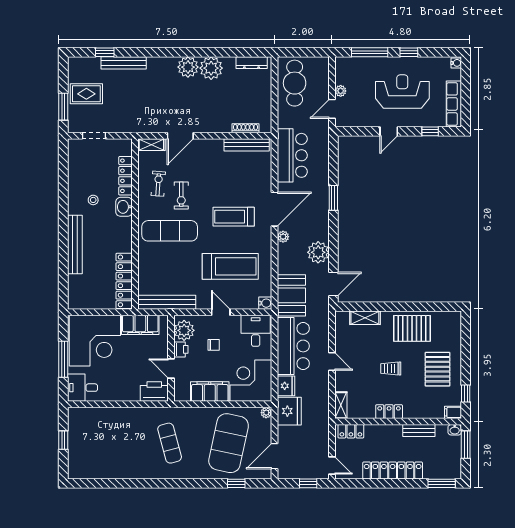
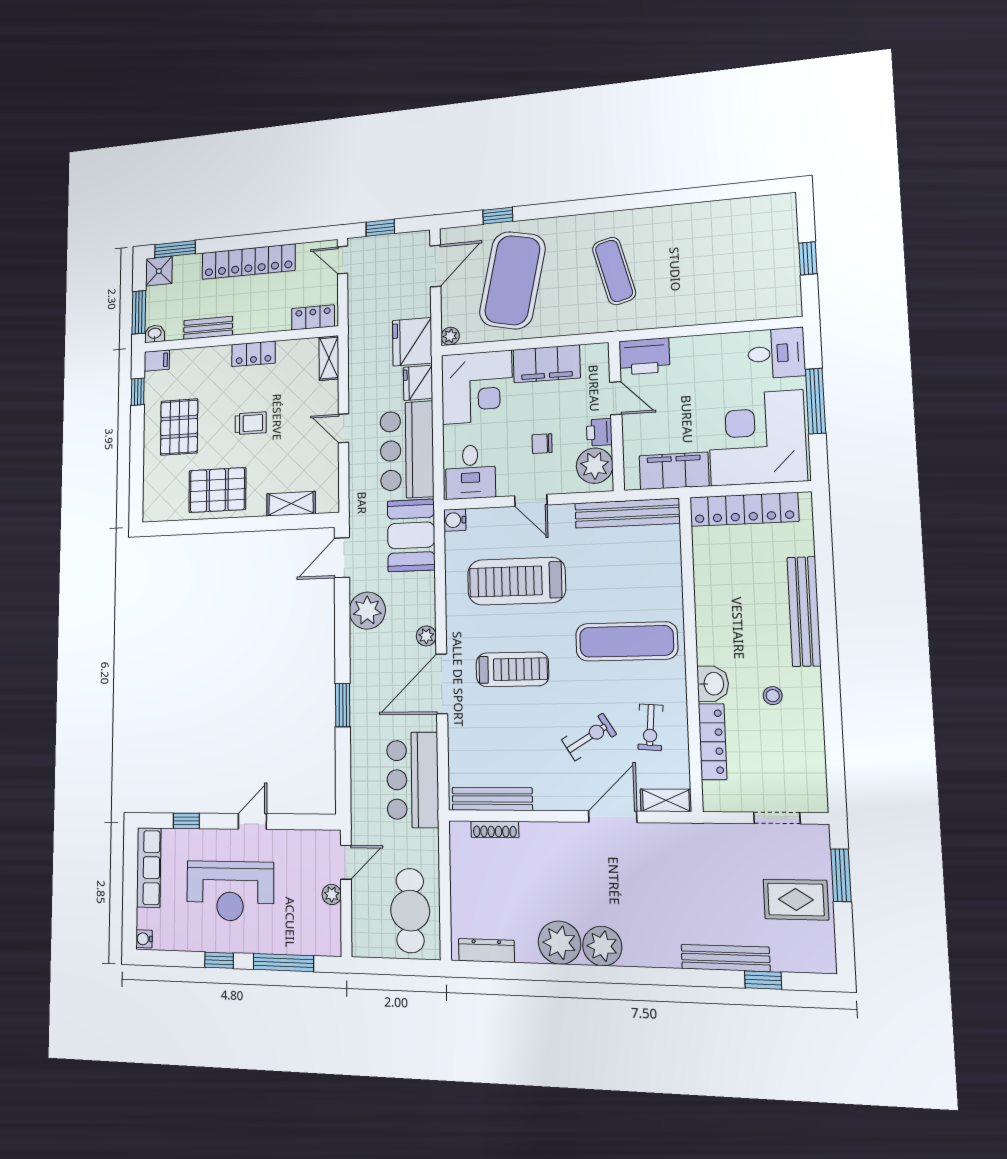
exercise bike: (181, 195) -> (589, 737), moved, turned 58
locker: (124, 281) -> (744, 509), moved, turned 90
shower: (452, 470) -> (159, 271), added

